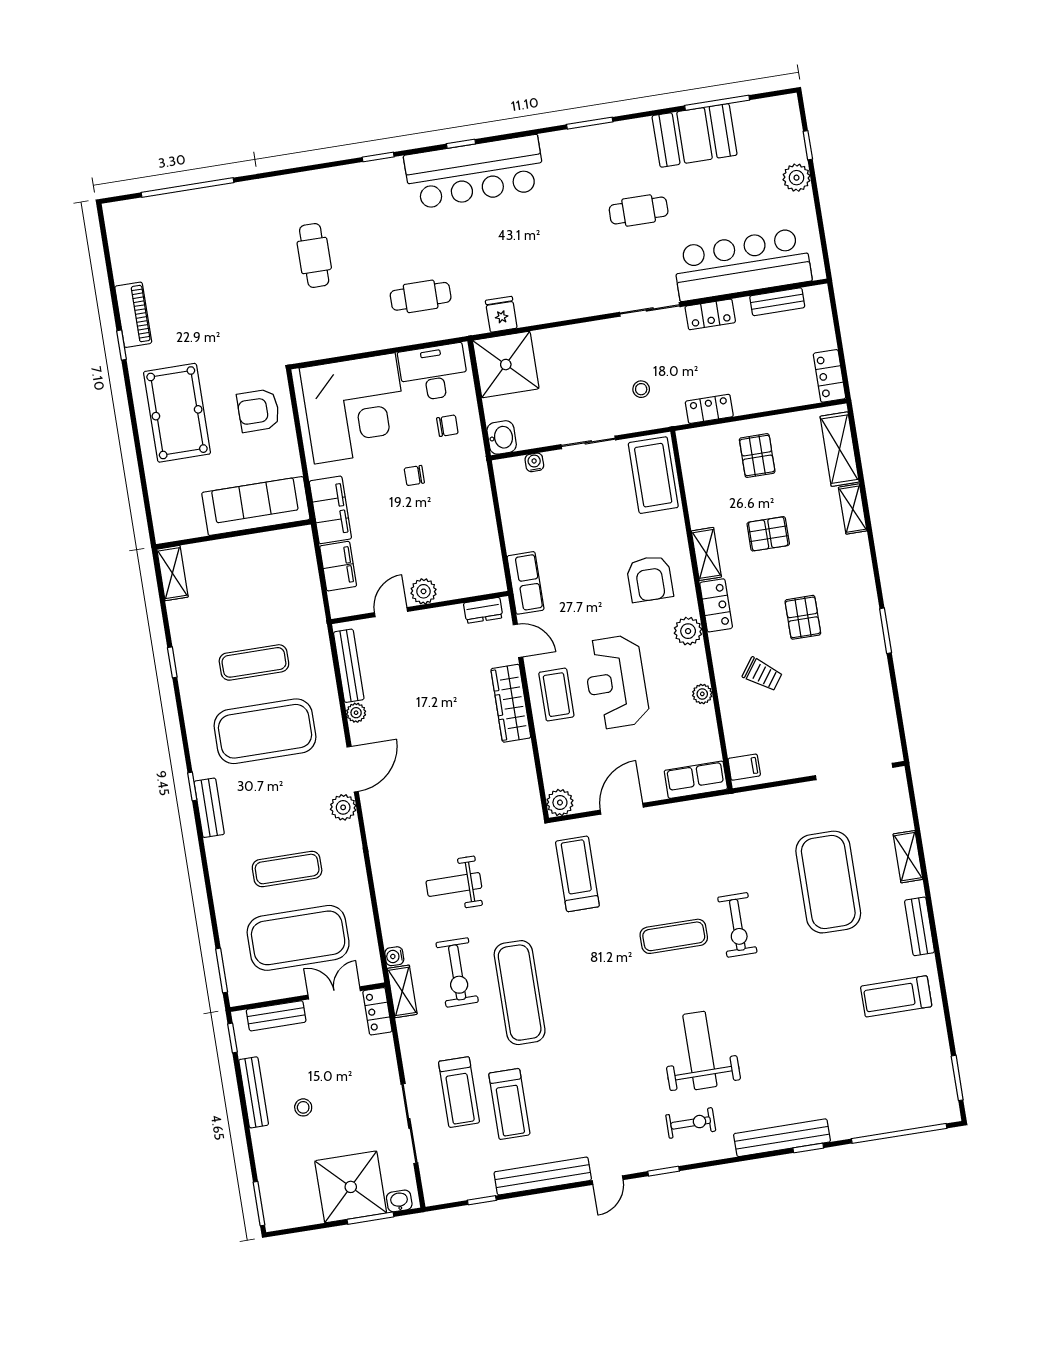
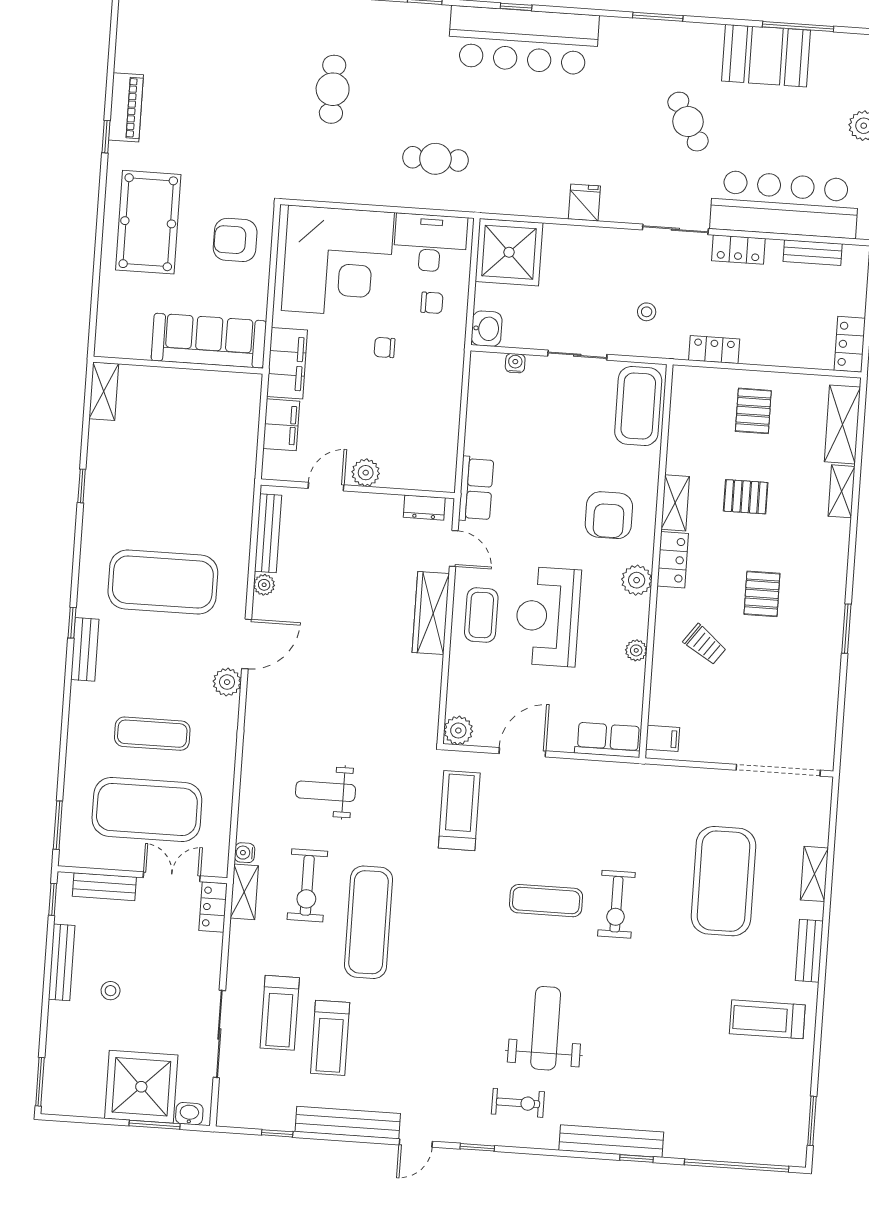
cafe table: (639, 210) -> (688, 122), turned 60
fridge: (501, 314) -> (584, 203), moved
exercise mat: (254, 662) -> (168, 506), removed

